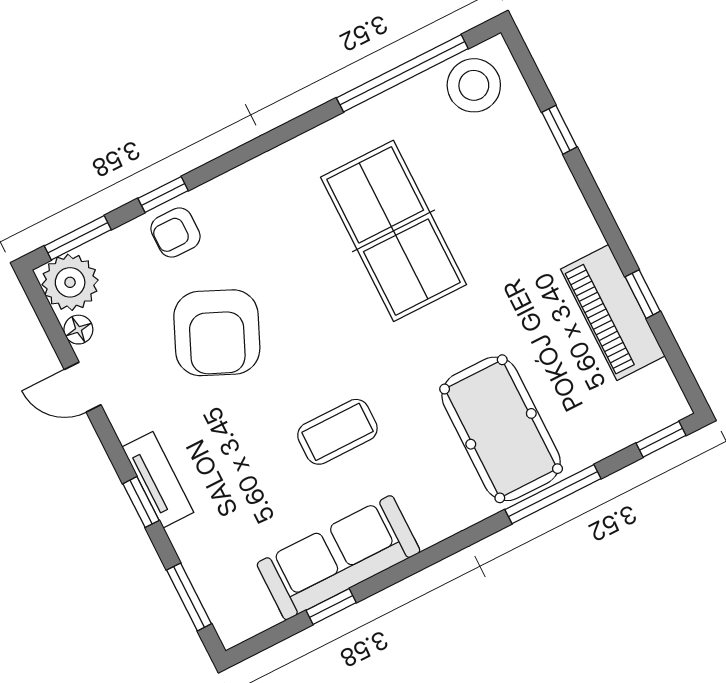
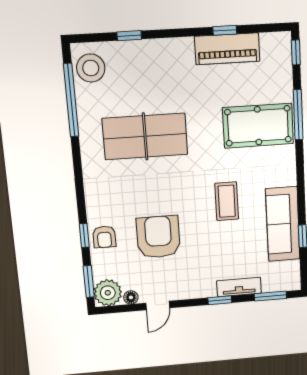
armchair: (217, 333) -> (158, 237), turned -114
tv unit: (158, 480) -> (239, 287), moved

